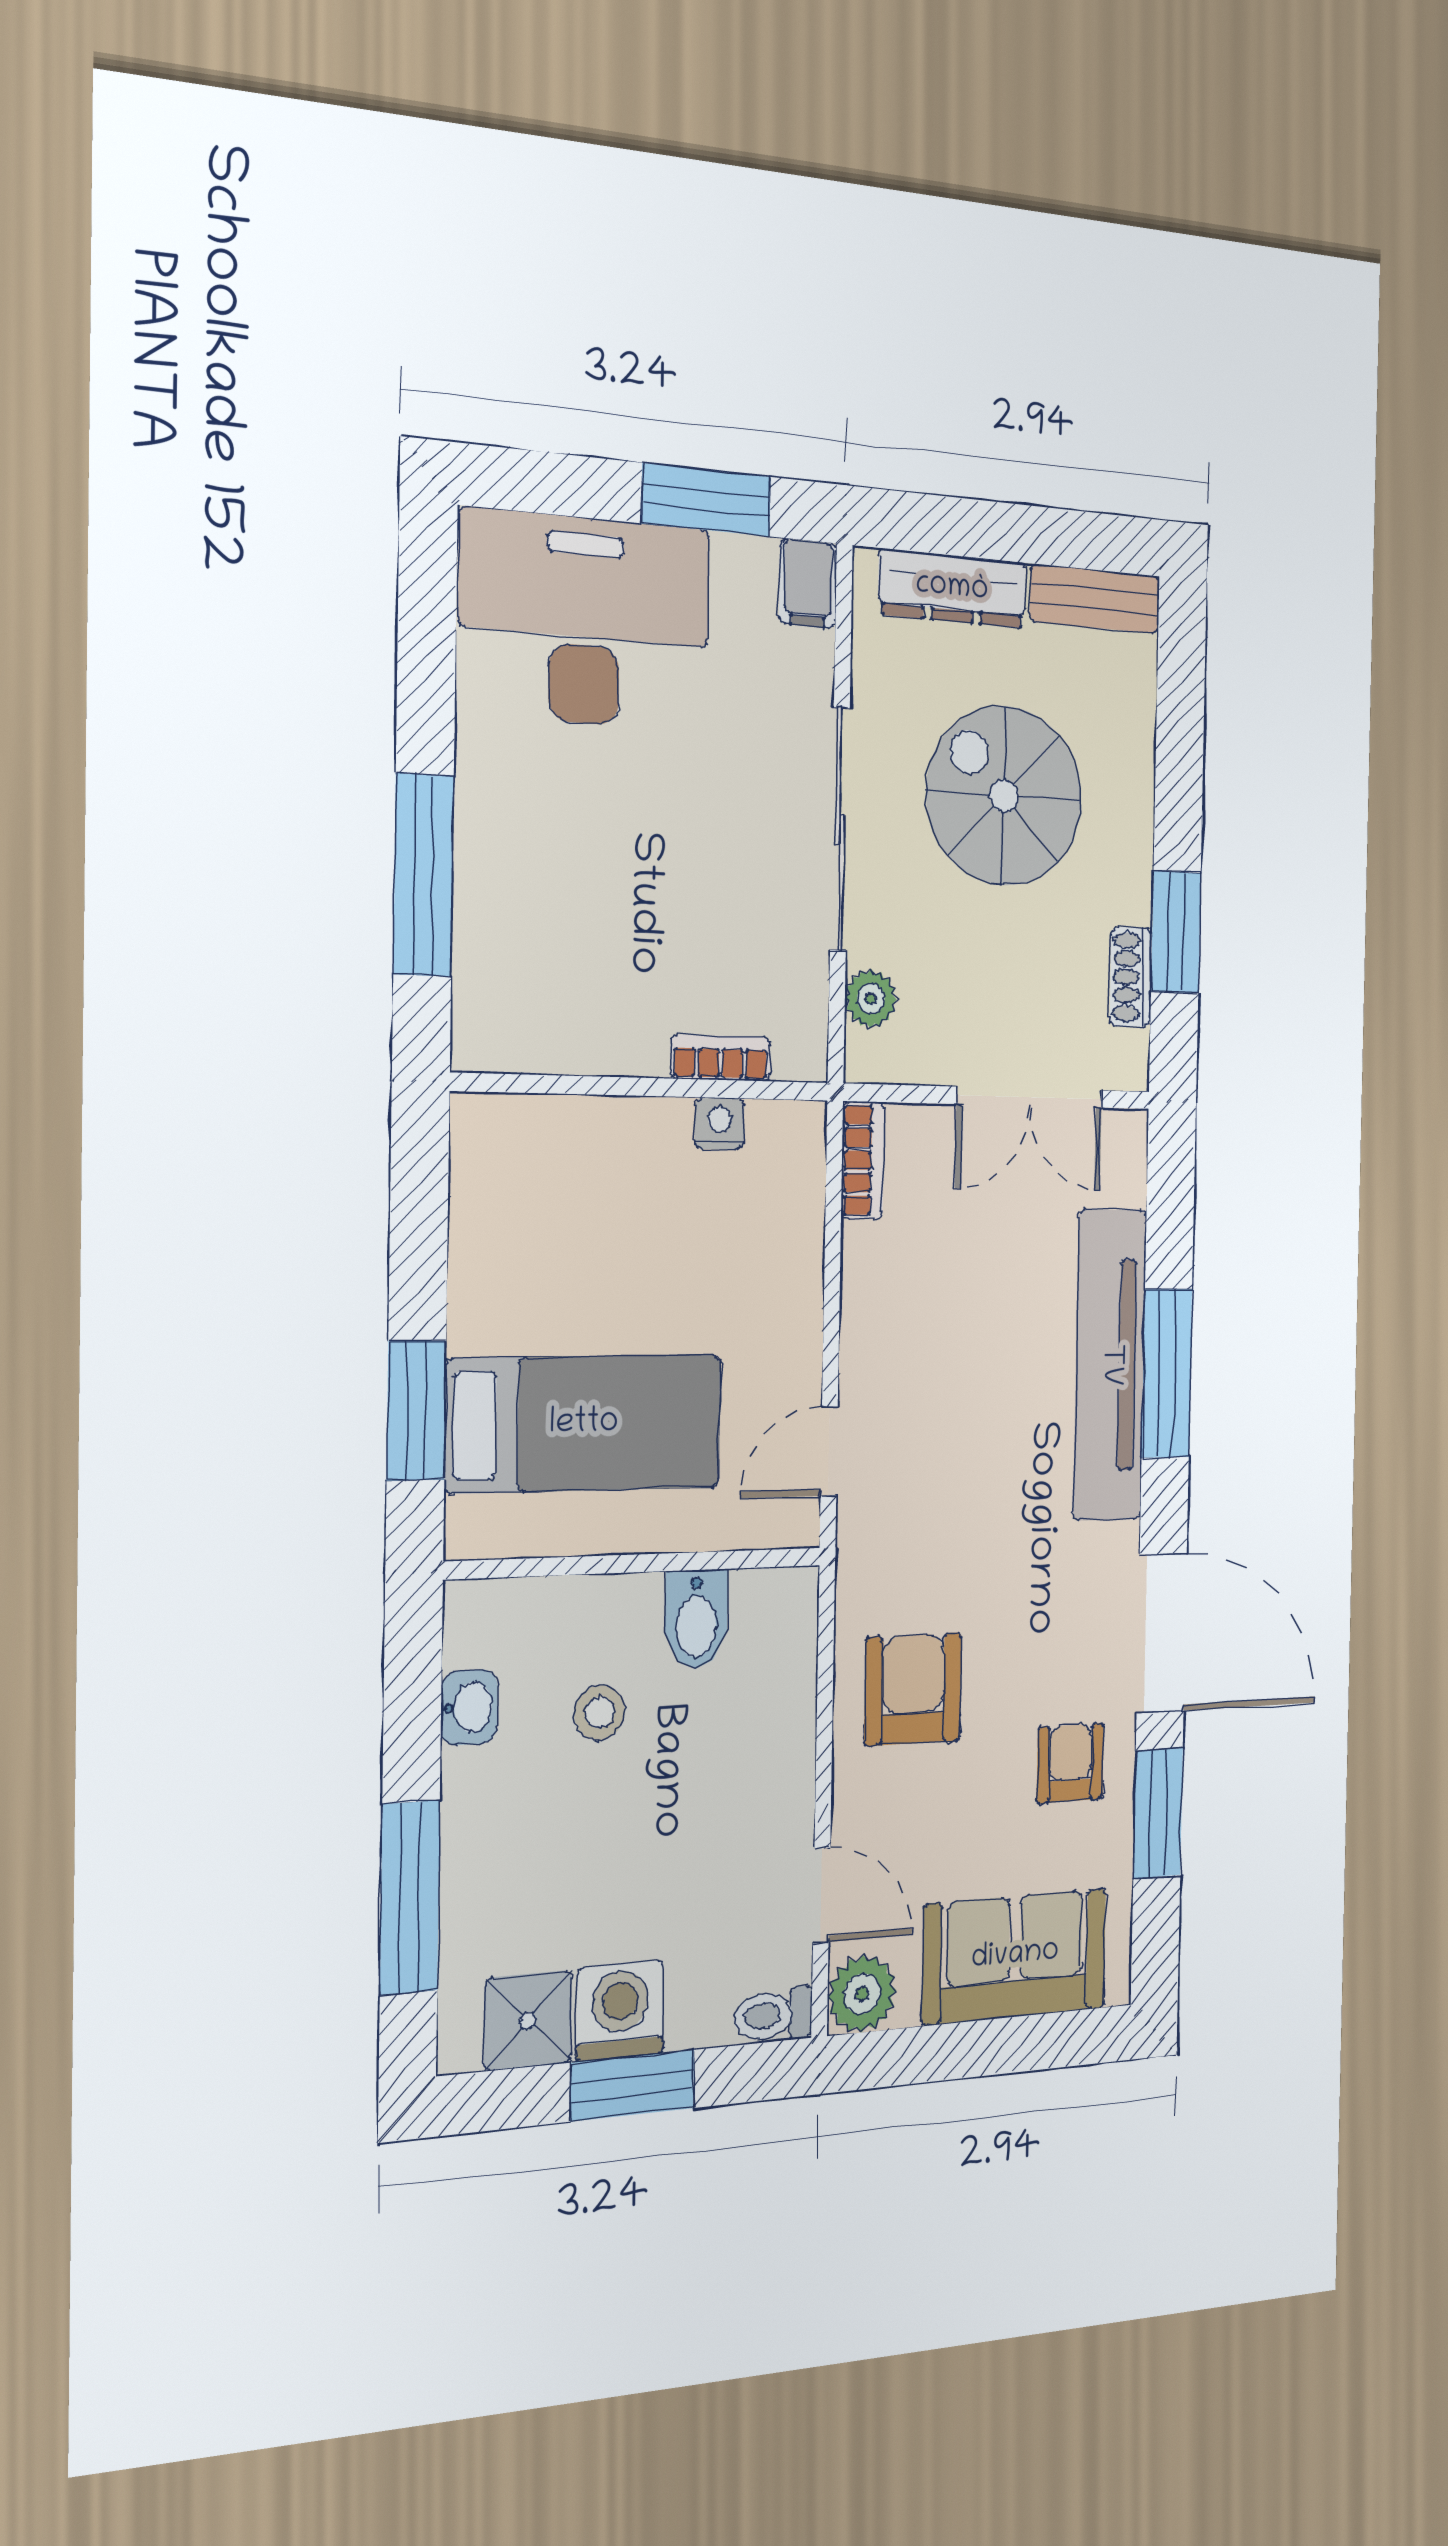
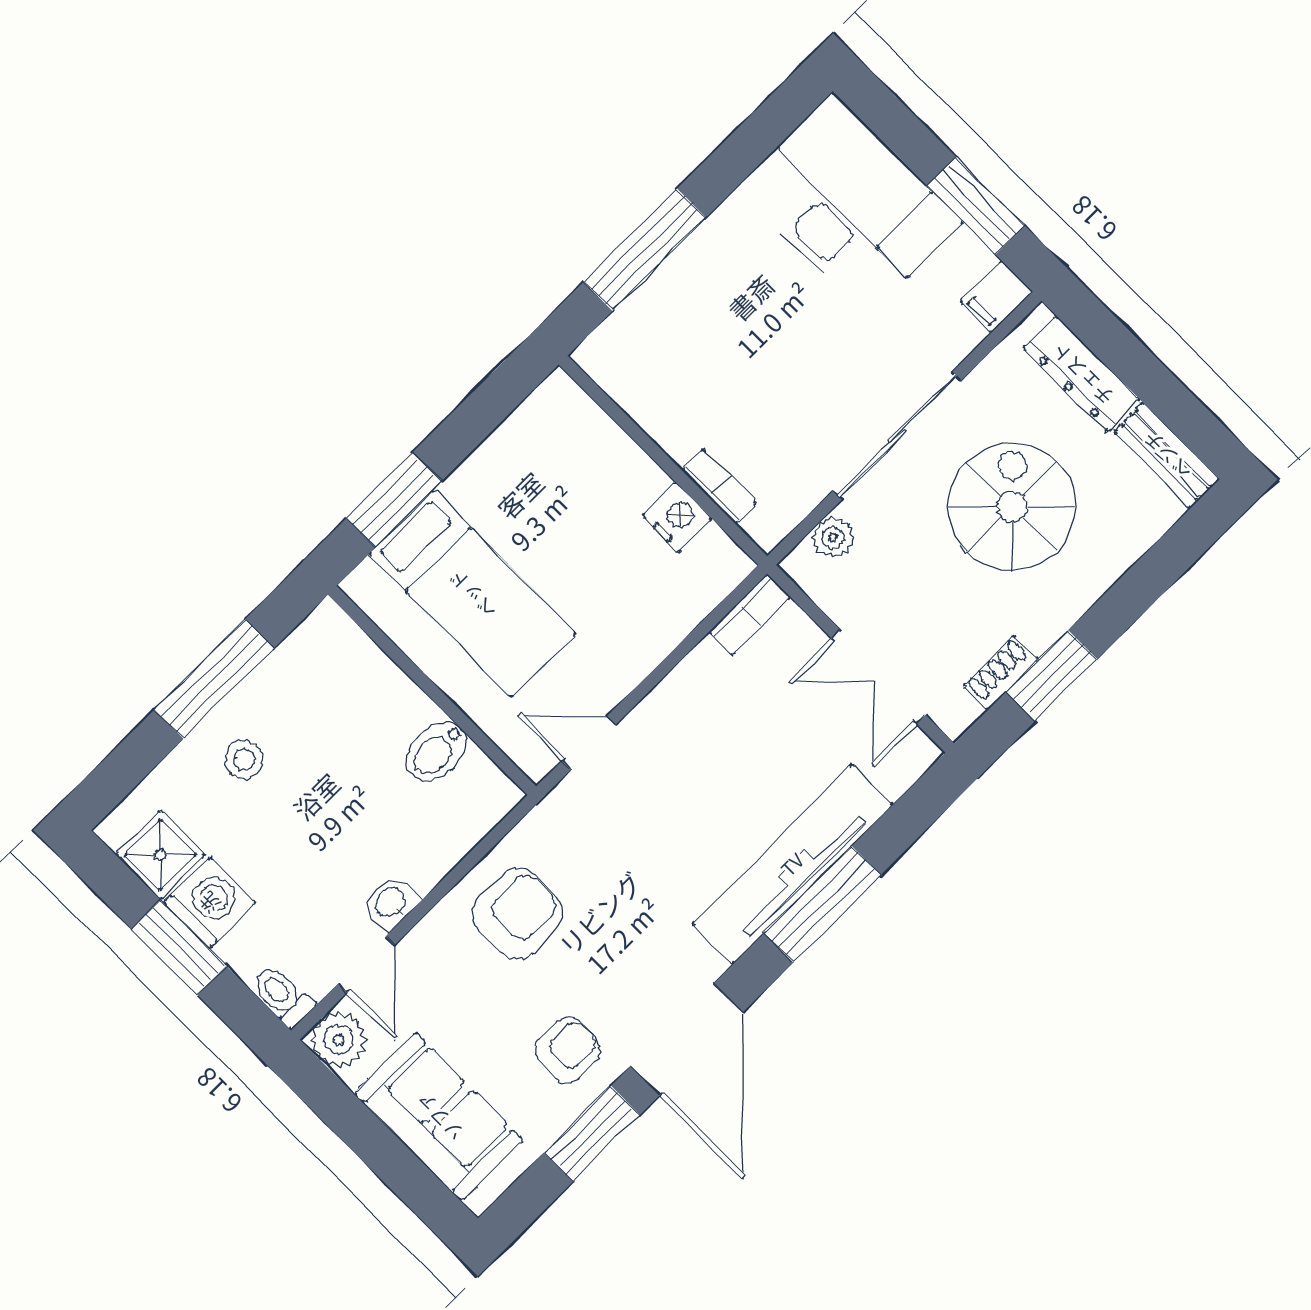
nightstand: (719, 1124) -> (677, 517), width x1.39, depth x1.35
washbasin: (469, 1707) -> (391, 903), moved, turned 180
stool: (600, 1713) -> (244, 760), moved
window: (410, 1898) -> (214, 679), moved

